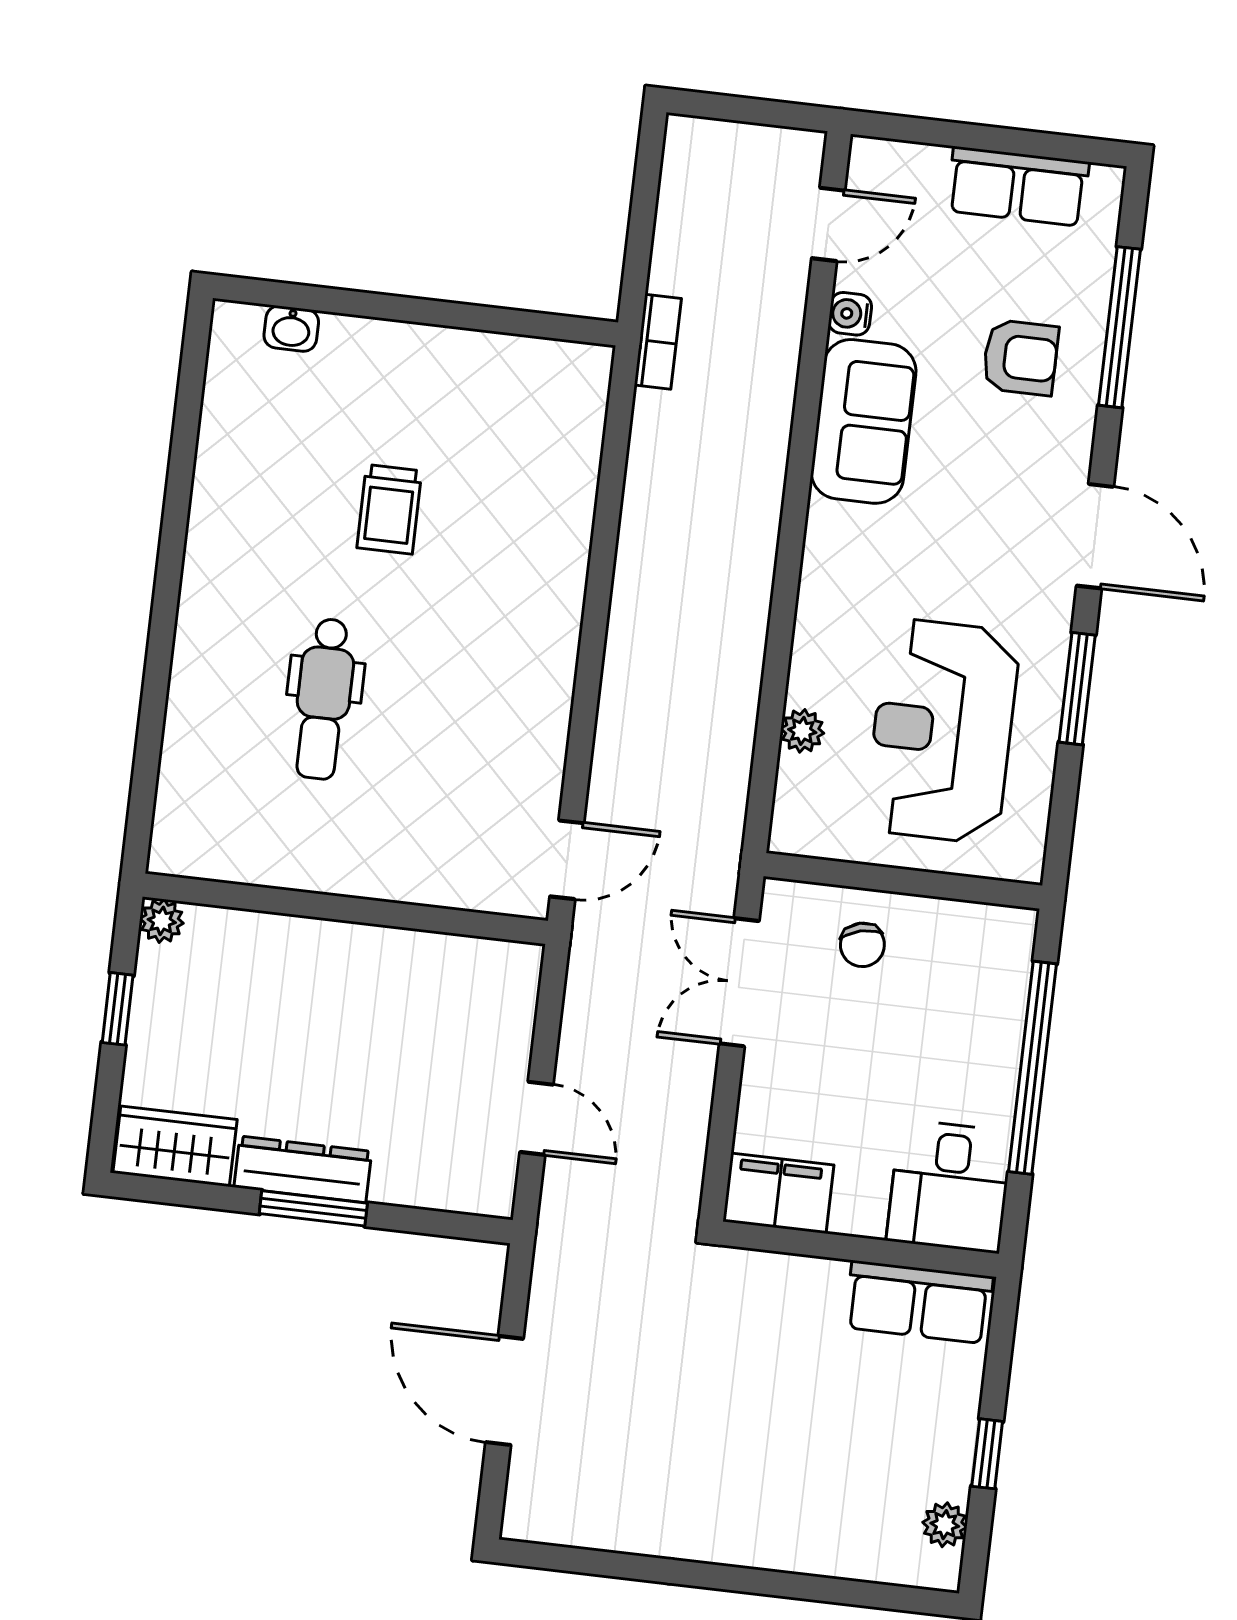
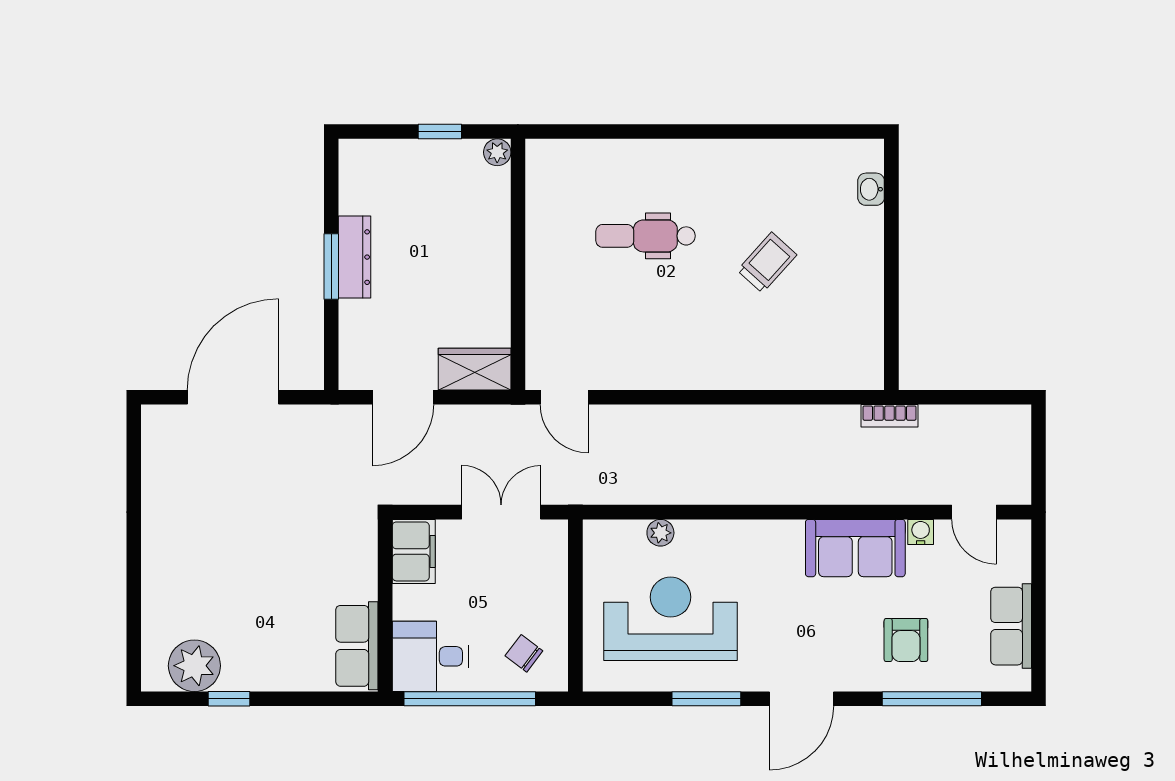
trolley: (389, 509) -> (767, 263), turned 132
chair: (862, 945) -> (524, 653), moved, turned 51
door: (537, 1118) -> (403, 397), width x1.37
wardrobe: (175, 1146) -> (475, 369), moved, turned -90
desk: (950, 1186) -> (430, 656), moved
filing cabinet: (778, 1193) -> (414, 551), moved
wall: (860, 1249) -> (385, 605), moved
row of seats: (919, 1302) -> (357, 646), moved
door: (505, 1391) -> (233, 397), width x1.36
plant: (945, 1525) -> (194, 666), width x1.87, depth x1.87

